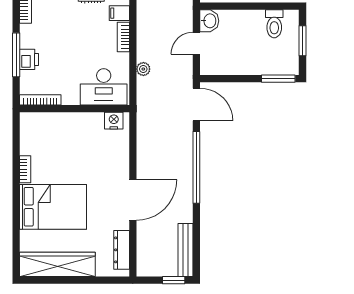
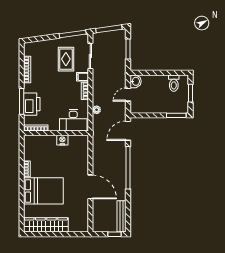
printer: (29, 59) -> (32, 104), width x1.87, depth x1.48
door: (196, 104) -> (128, 131), swing flipped
nightstand: (114, 121) -> (62, 140), moved
door: (133, 200) -> (90, 187), hinge flipped
dresser: (122, 250) -> (84, 216), removed

